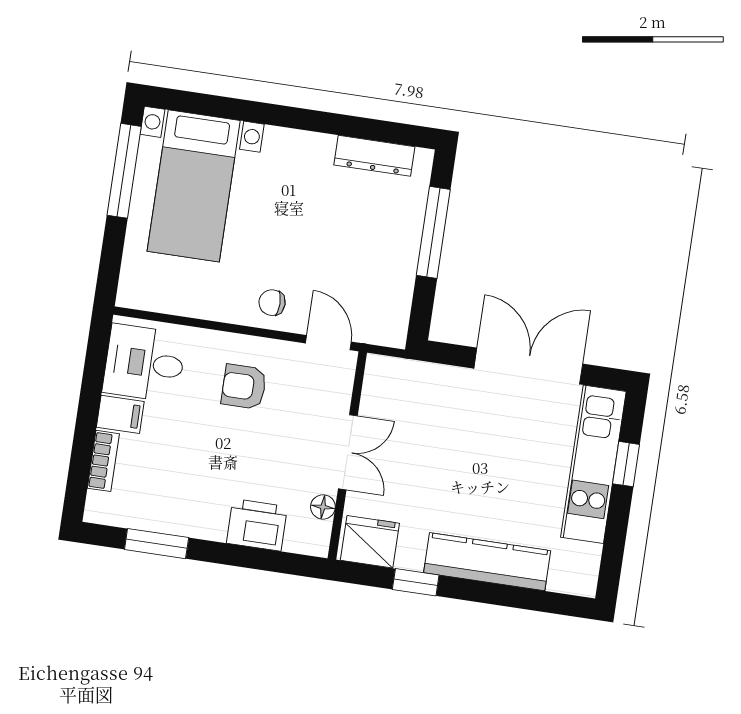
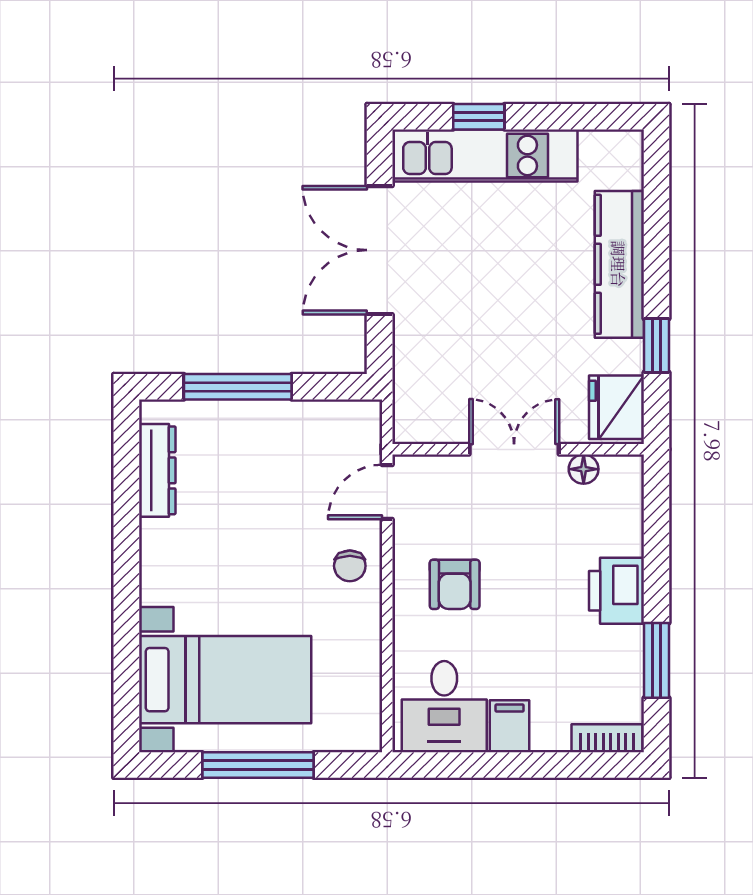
window: (124, 171) -> (258, 765), moved
bookcase: (103, 461) -> (607, 738), moved
printer: (257, 525) -> (617, 591), moved

